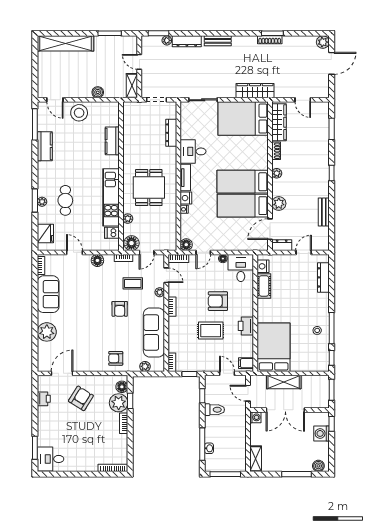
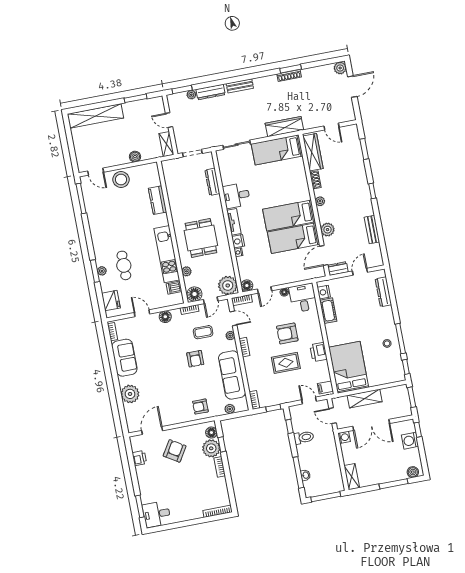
bed: (243, 119) -> (277, 150), width x0.67
kitchen counter: (45, 146) -> (94, 218), removed
plant: (167, 241) -> (228, 285), added

